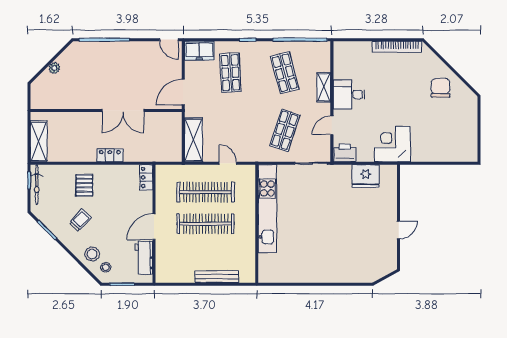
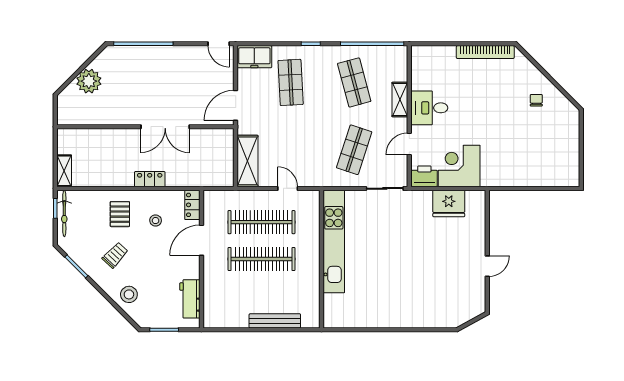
plant: (54, 68) -> (89, 81), width x1.87, depth x1.87
chair: (441, 88) -> (536, 100), width x0.54, depth x0.54
shelving: (39, 141) -> (64, 171), width x0.67, depth x0.75
corner desk: (392, 144) -> (459, 166), moved
door: (154, 227) -> (201, 240), moved
stool: (106, 267) -> (156, 221), moved

